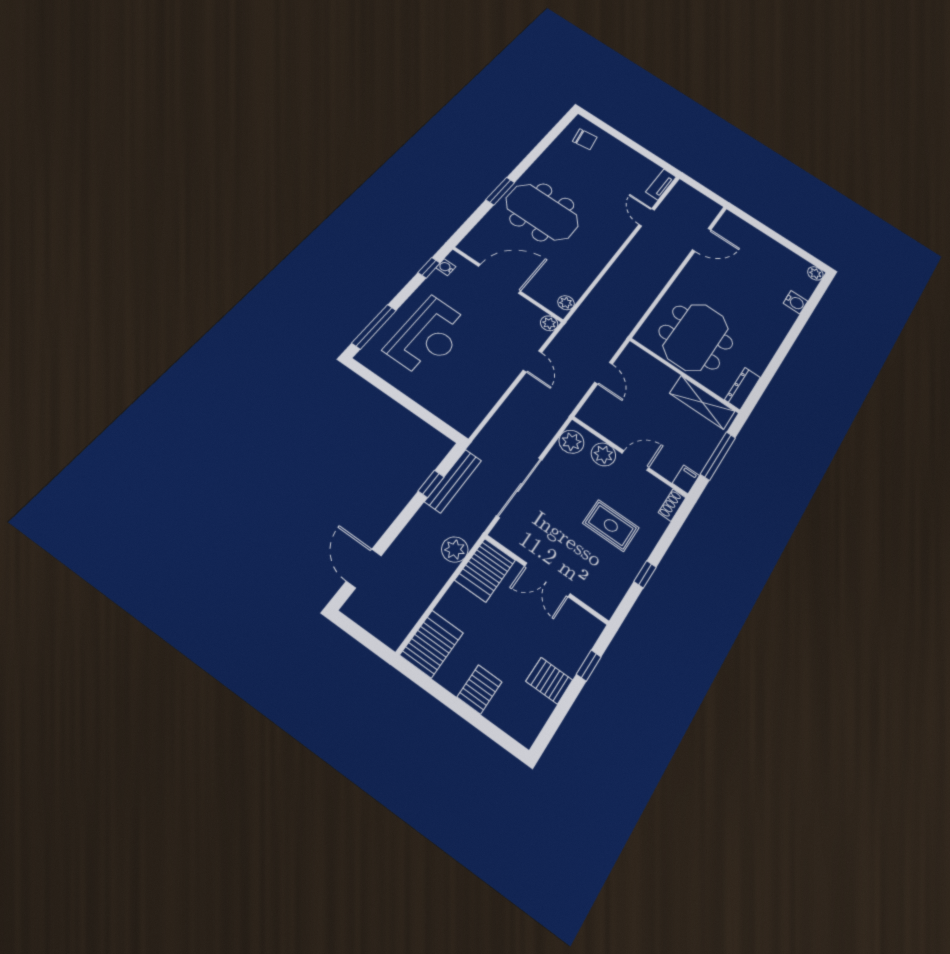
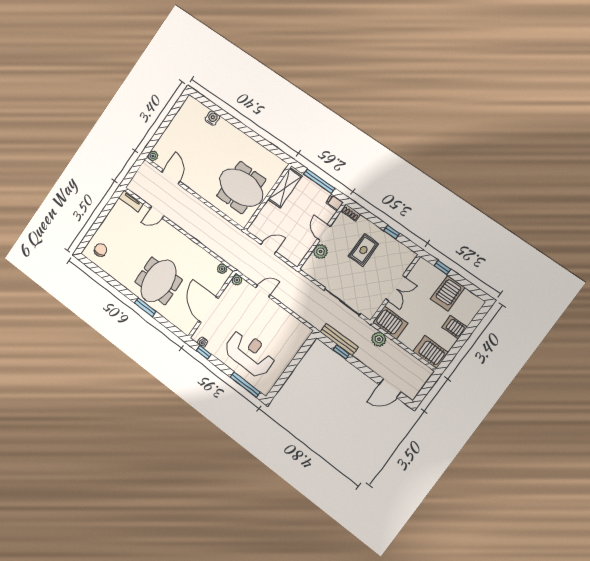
plant: (815, 273) -> (153, 156), moved
dresser: (743, 389) -> (275, 161), removed
plant: (571, 442) -> (313, 270), removed
server rack: (549, 681) -> (448, 293), width x1.36, depth x1.44

